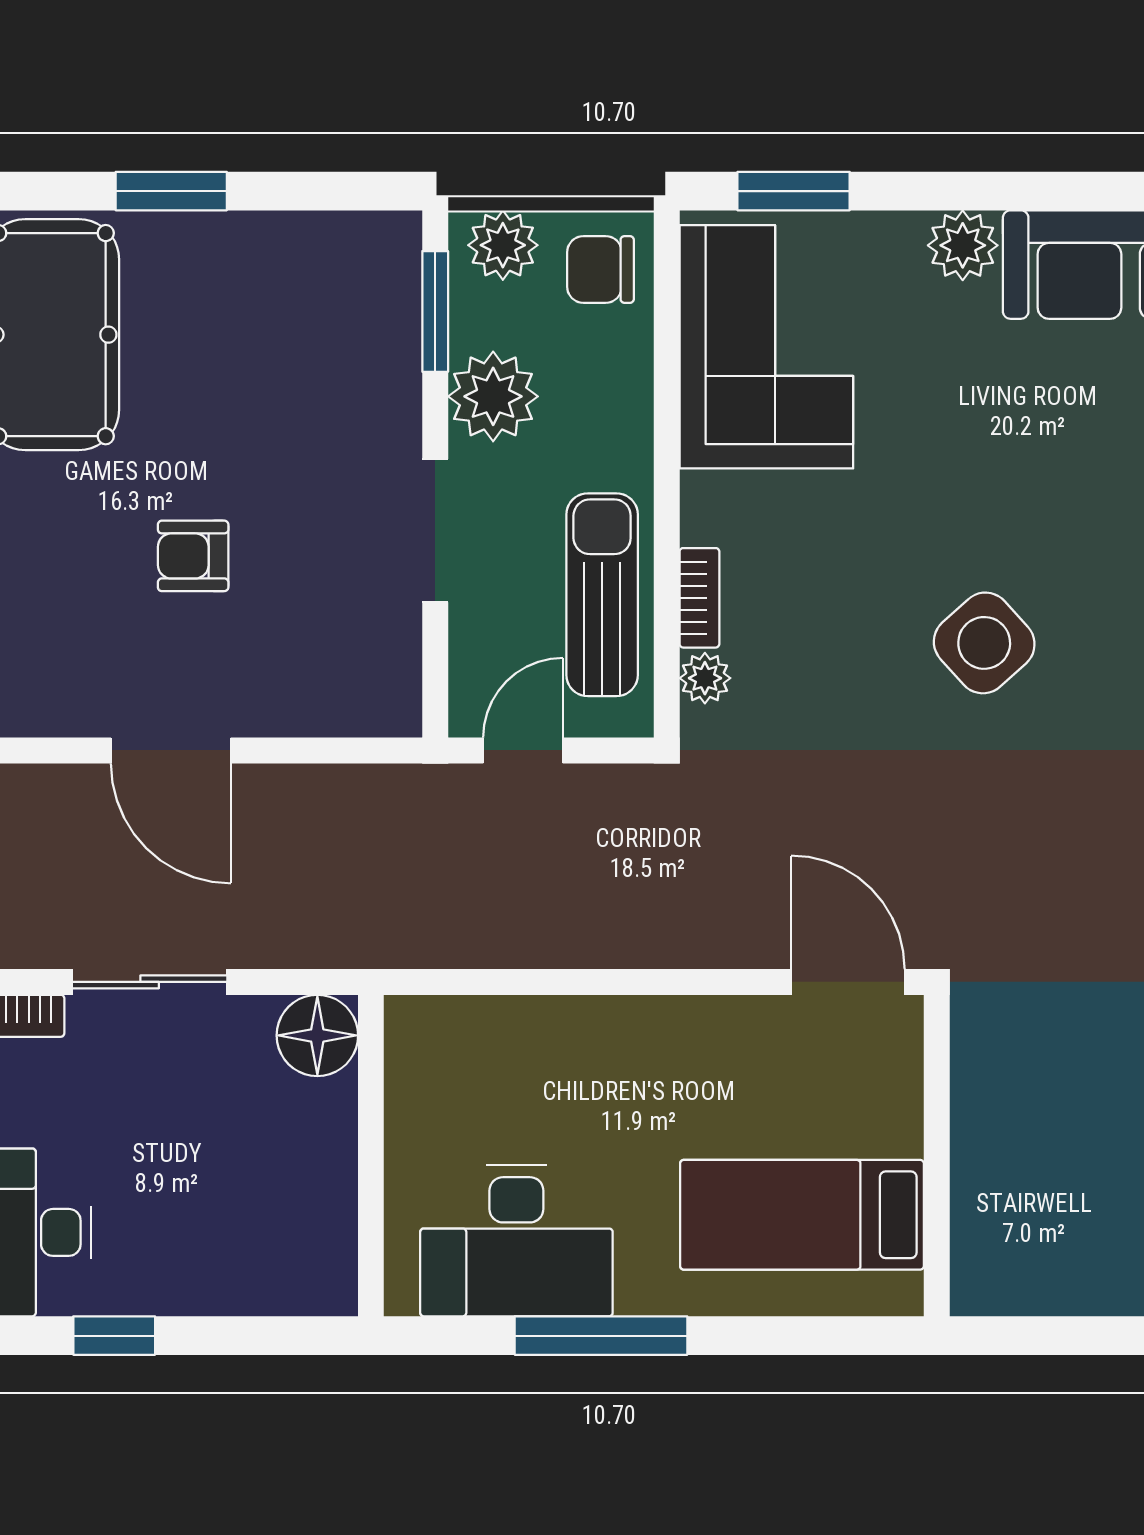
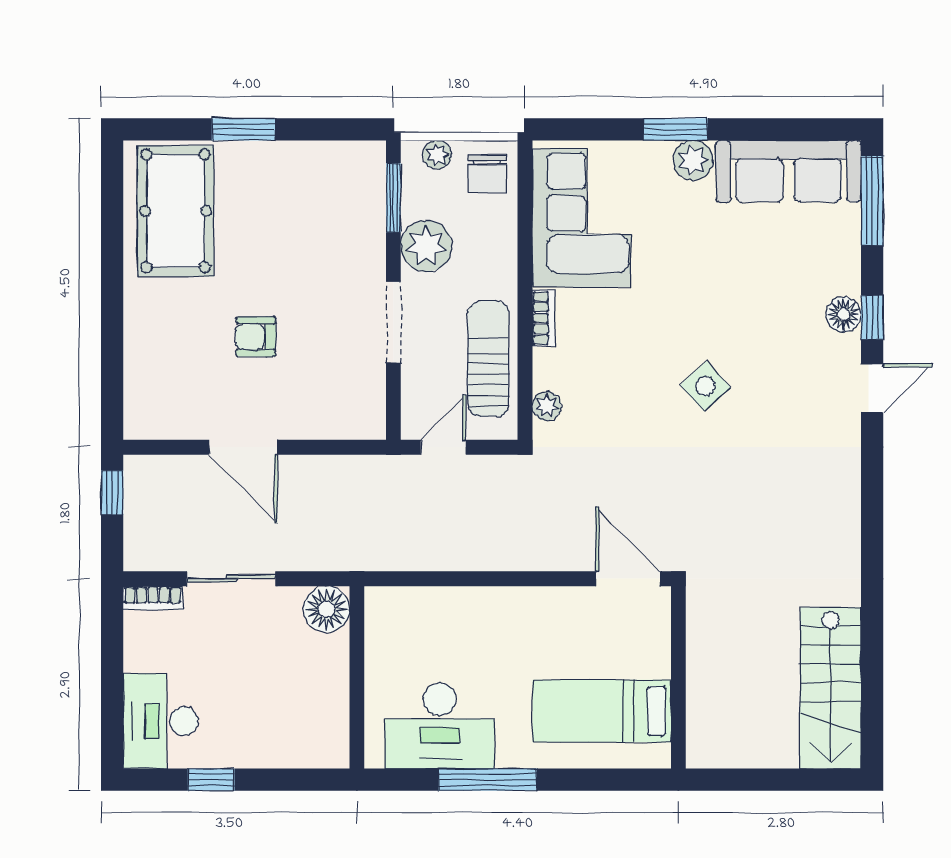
window: (794, 191) -> (675, 129), moved
plant: (503, 245) -> (437, 155), width x0.73, depth x0.73
chair: (601, 269) -> (487, 174), turned -90
bookcase: (699, 598) -> (544, 318), moved
side table: (984, 643) -> (705, 386), width x0.73, depth x0.73

